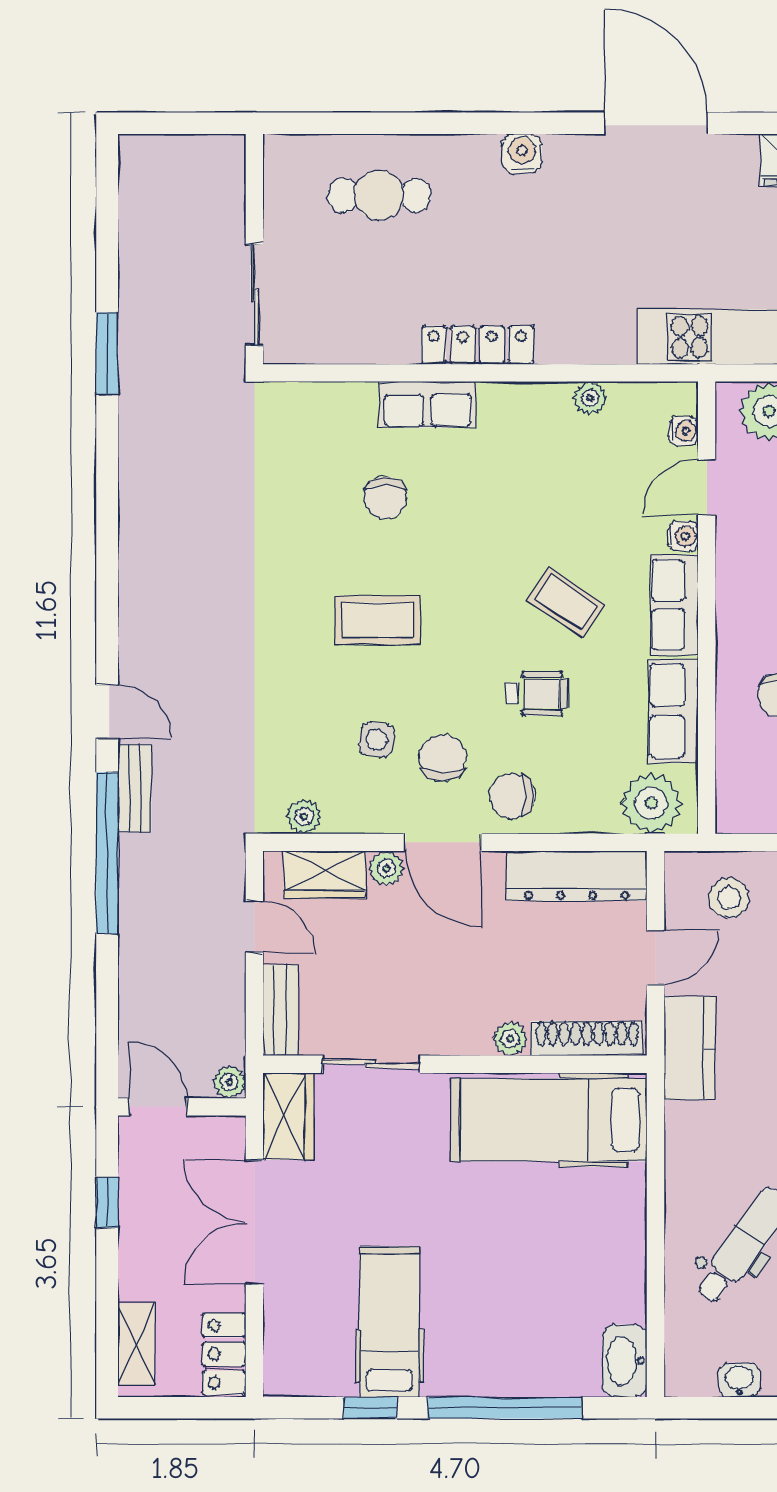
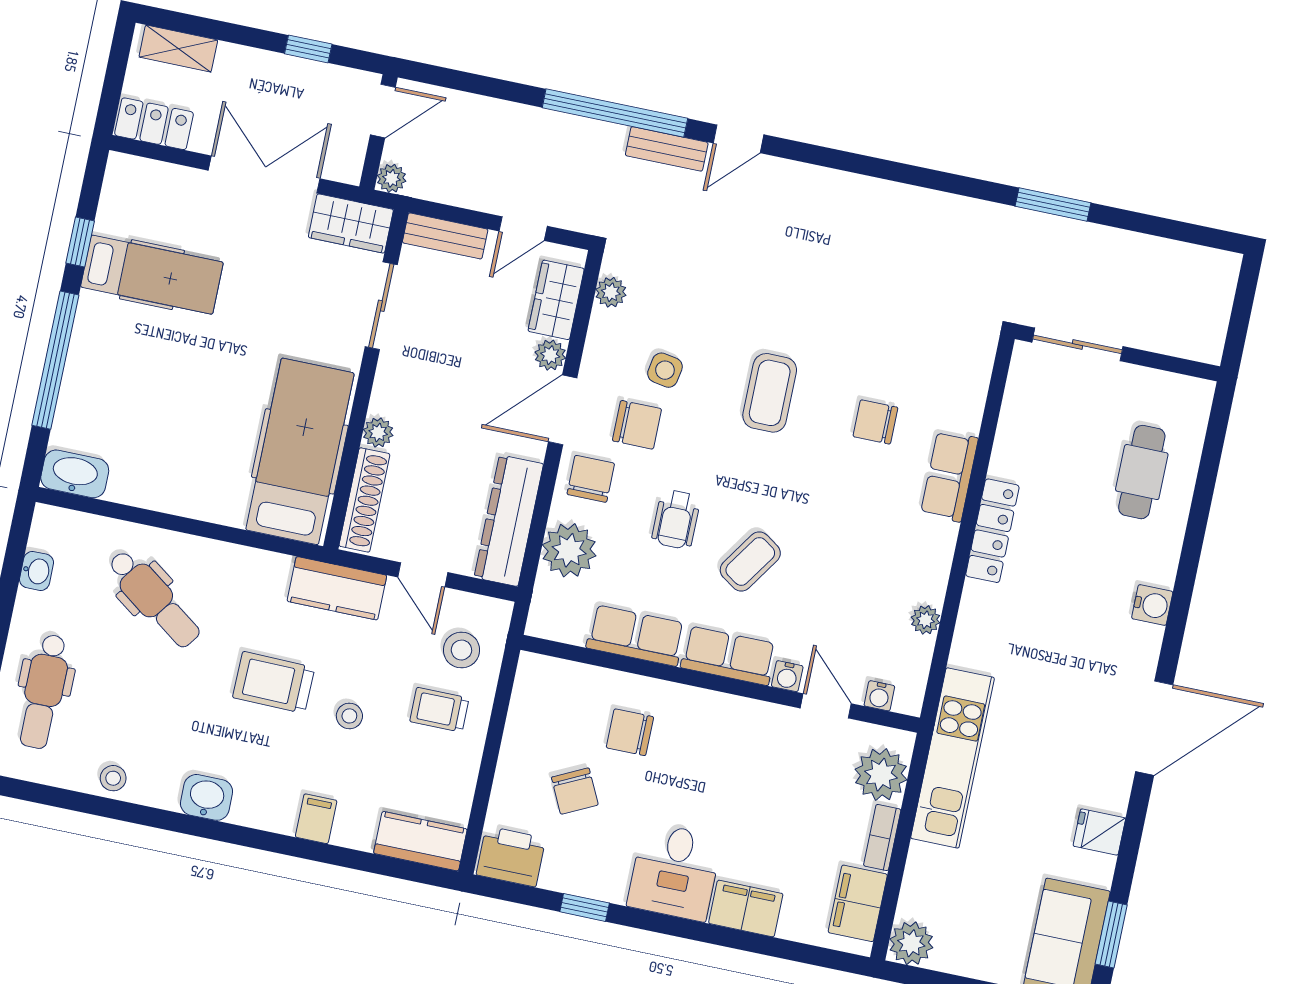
plant: (651, 803) -> (569, 550), moved

